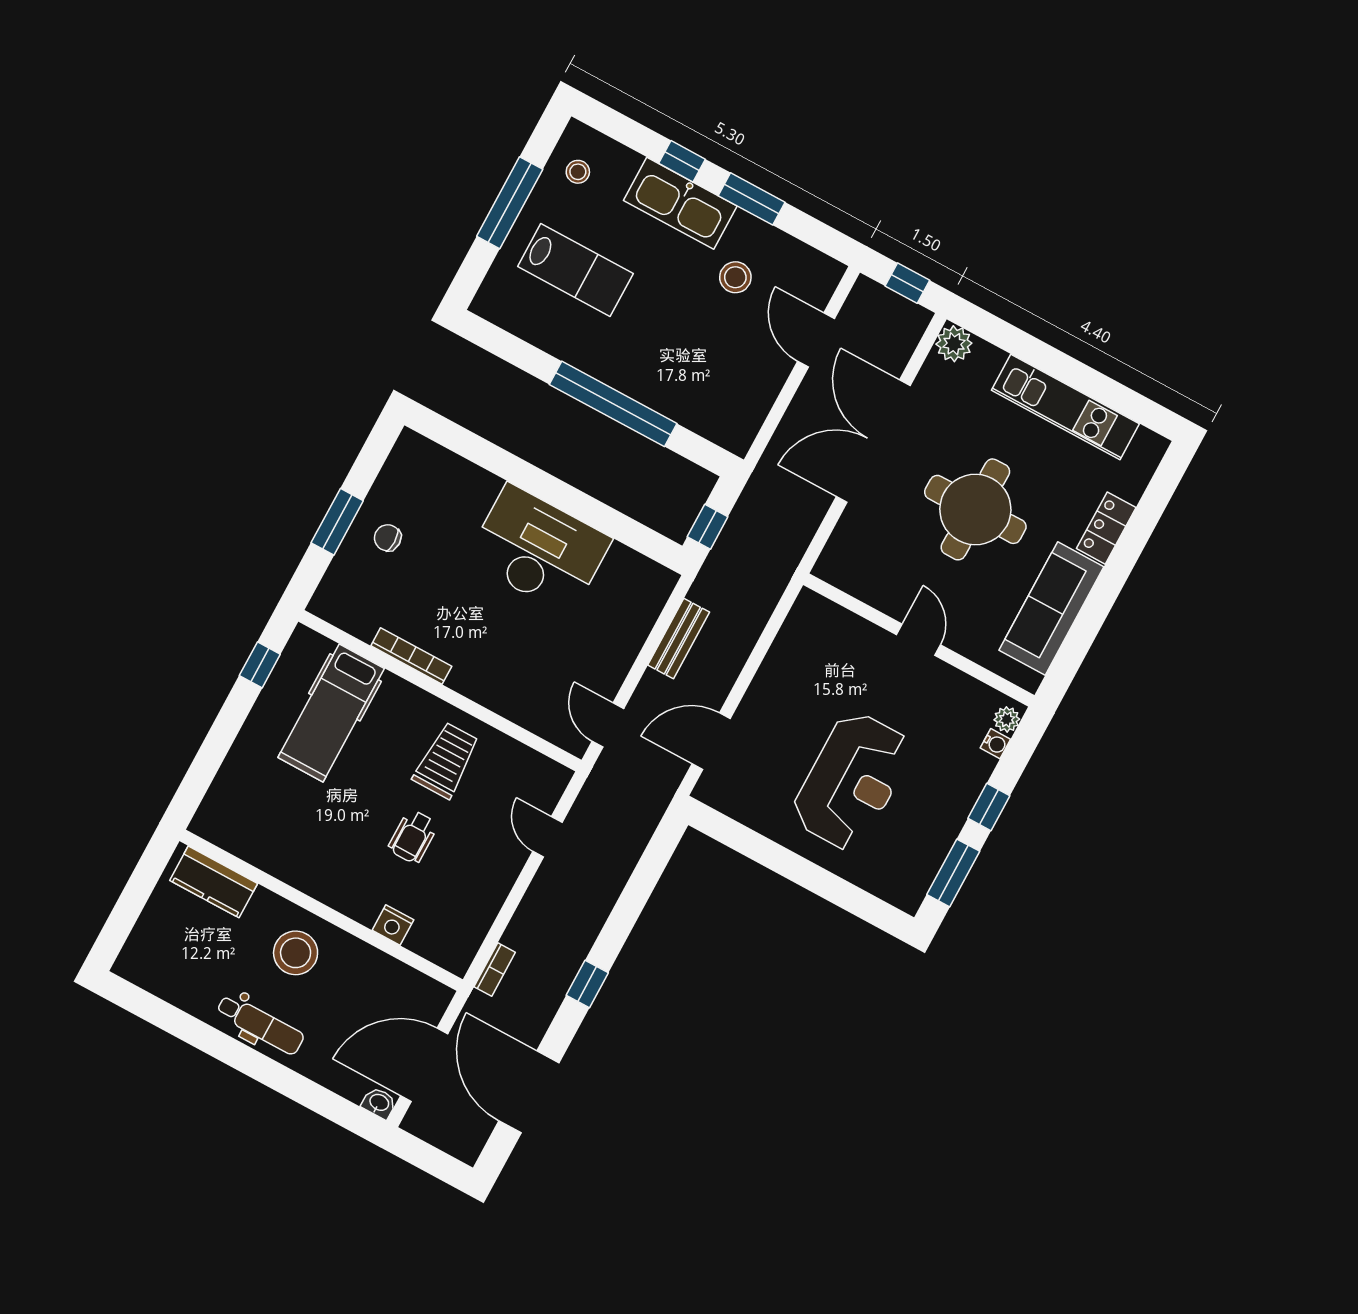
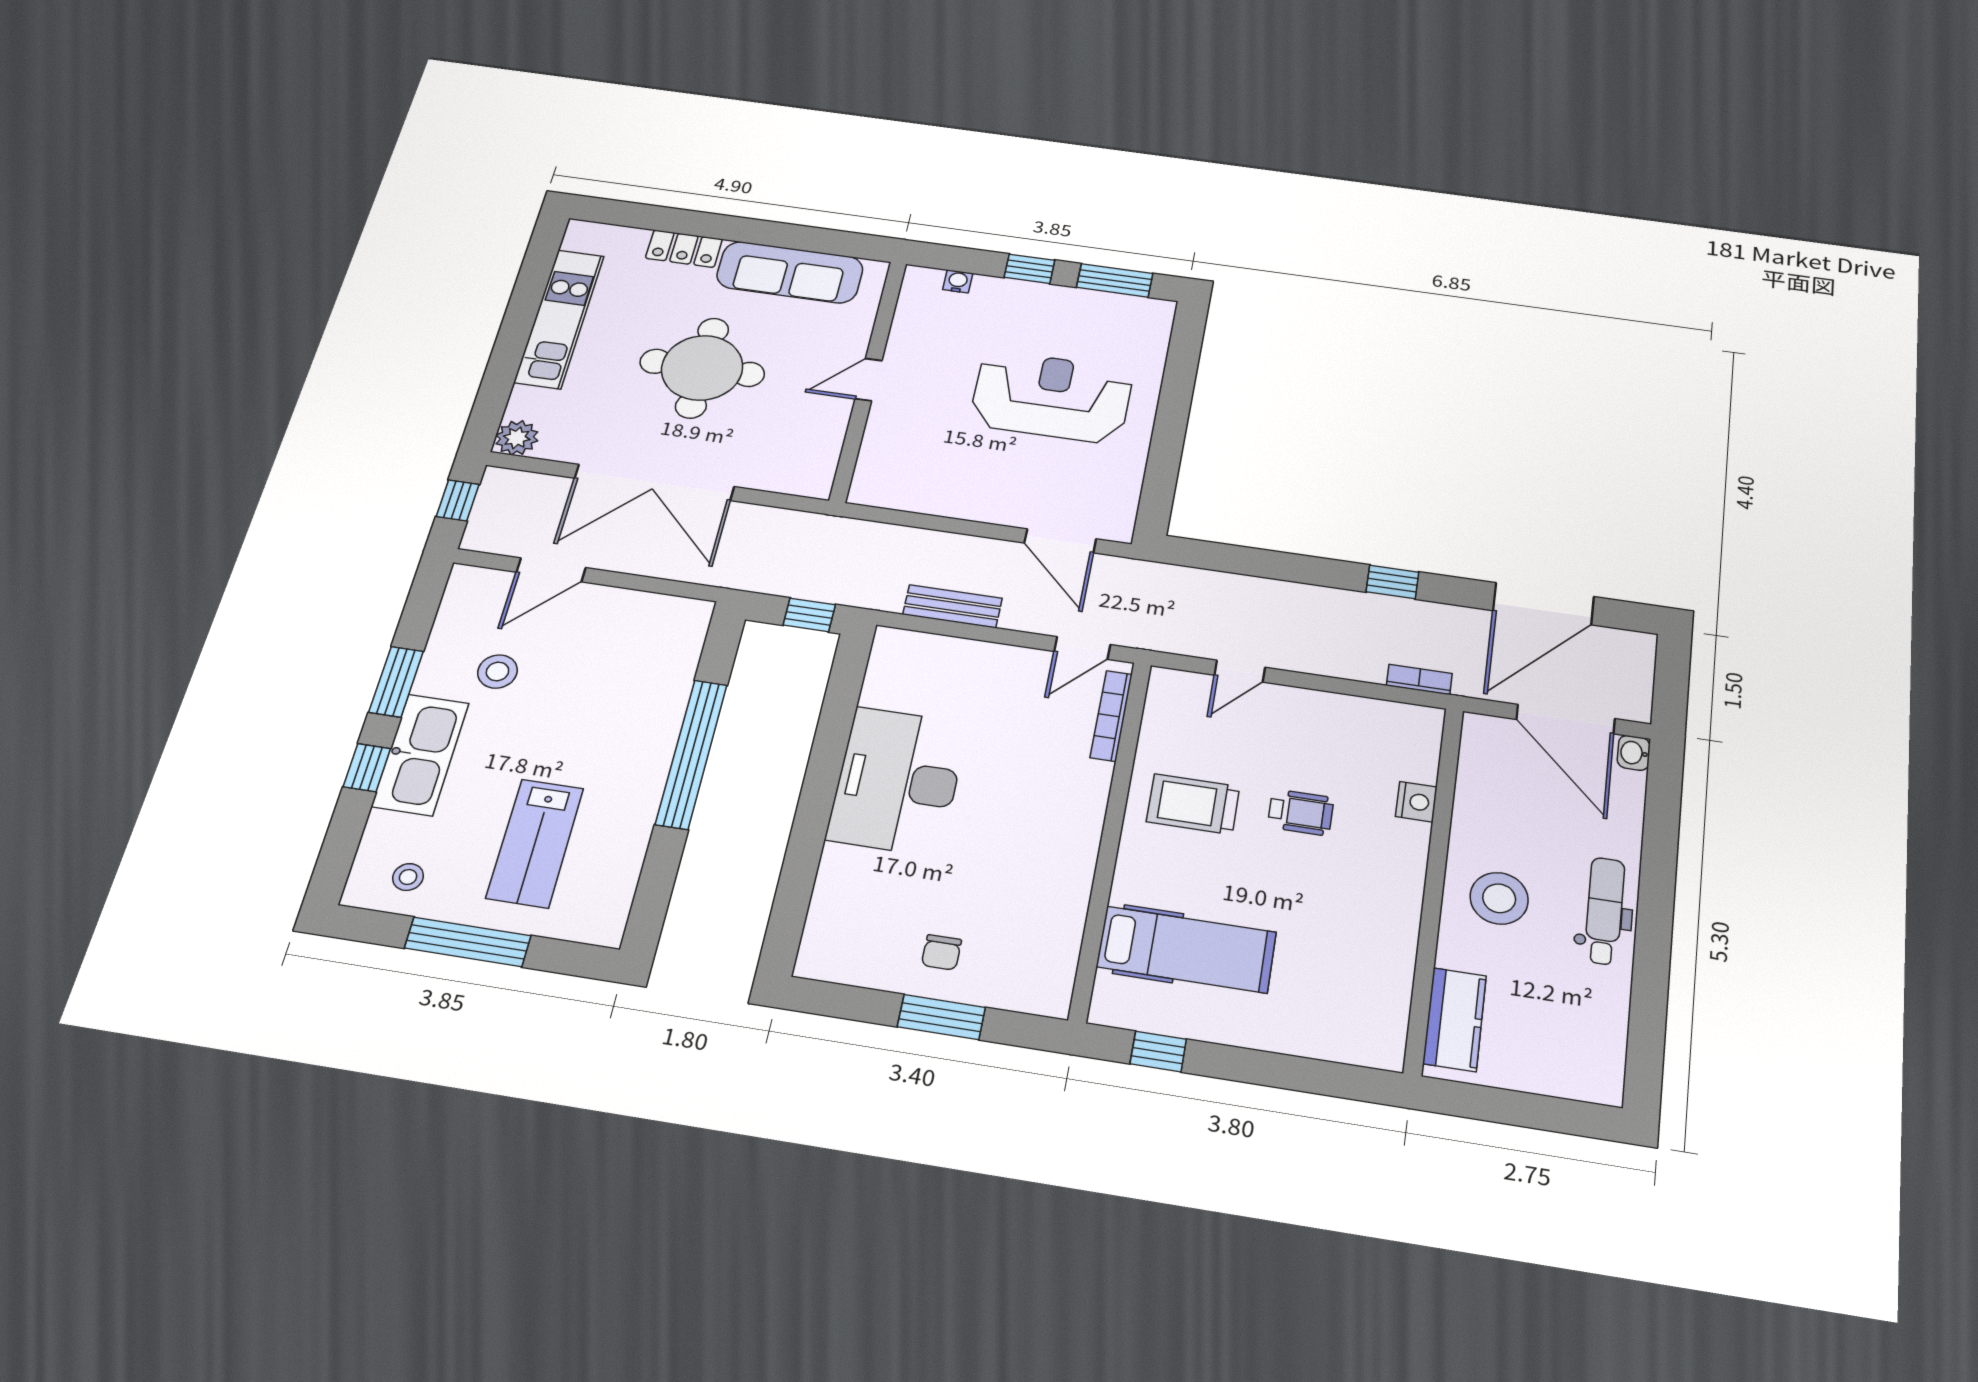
lab bench: (575, 270) -> (535, 843), turned 180
bookcase: (411, 656) -> (1111, 716), moved
plant: (1007, 719) -> (927, 279), removed

